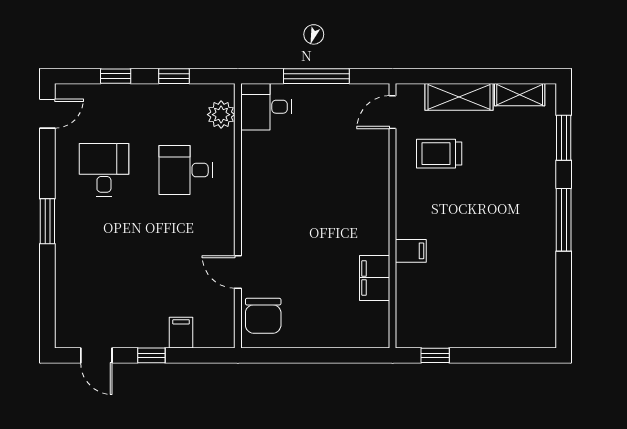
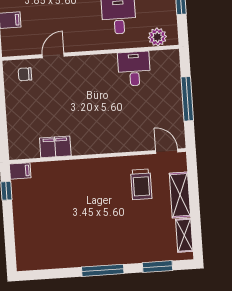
desk: (266, 107) -> (134, 69), moved
trolley: (439, 154) -> (141, 184), turned 180
filing cabinet: (411, 251) -> (20, 171), moved, turned -90
chair: (263, 316) -> (25, 74), width x0.54, depth x0.54

